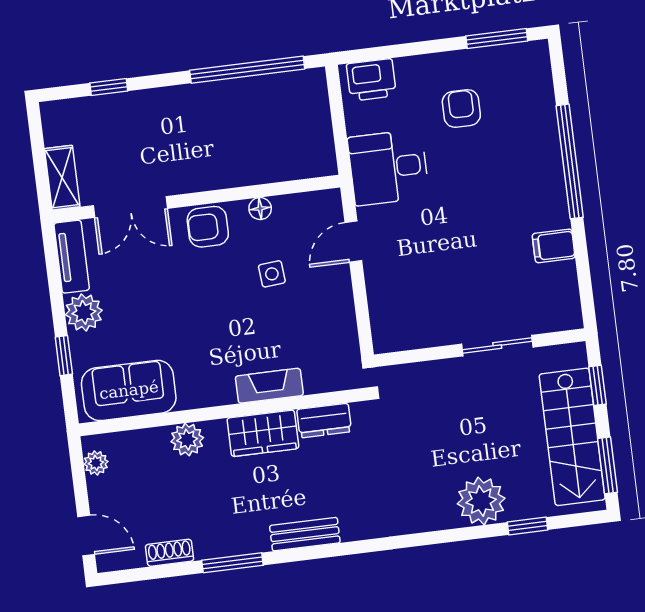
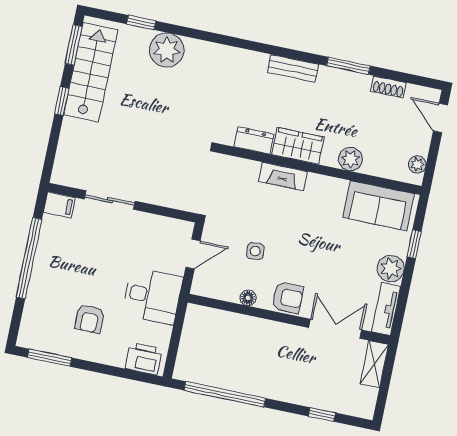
sliding door: (497, 346) -> (110, 200), moved
wall: (480, 348) -> (122, 203), moved

